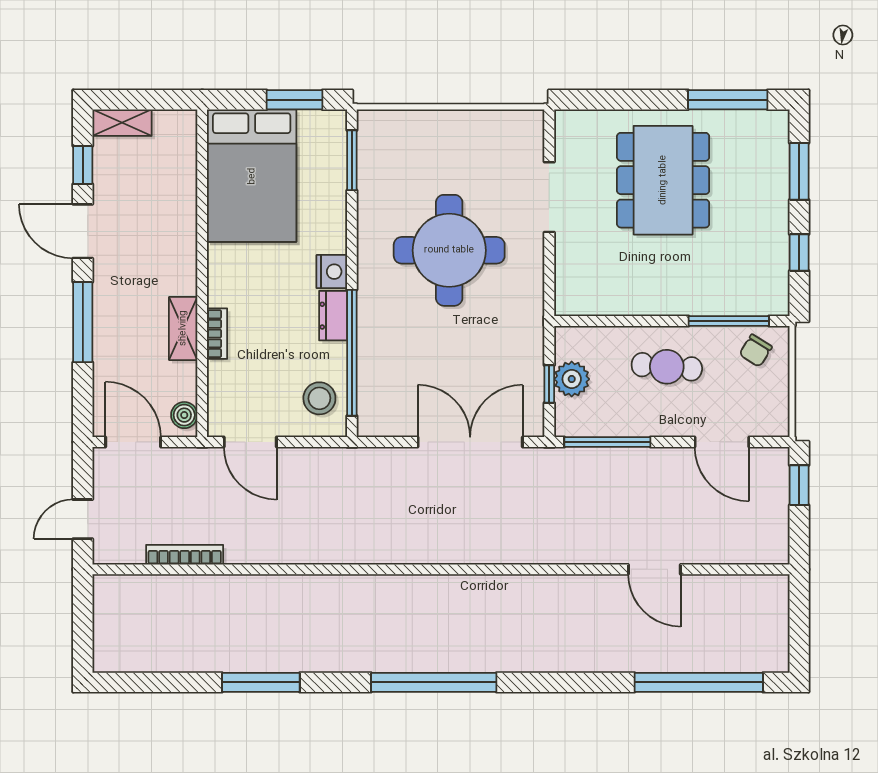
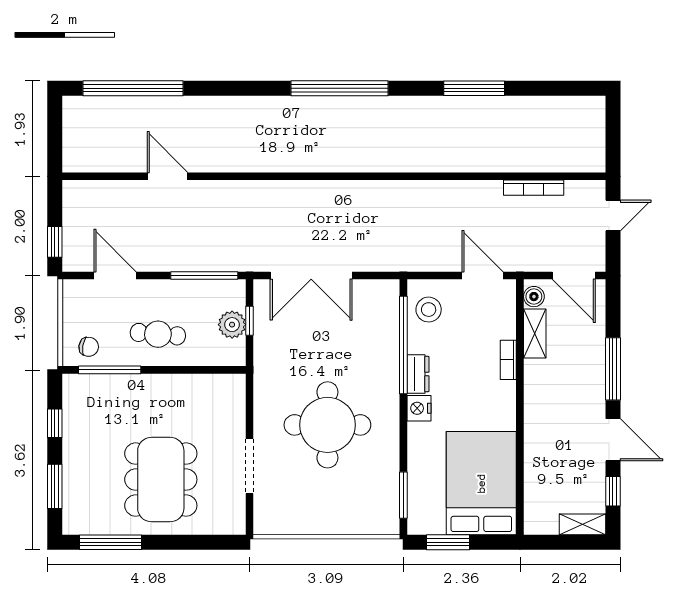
shelving: (183, 328) -> (535, 333), moved
chair: (756, 351) -> (89, 347), turned 67

